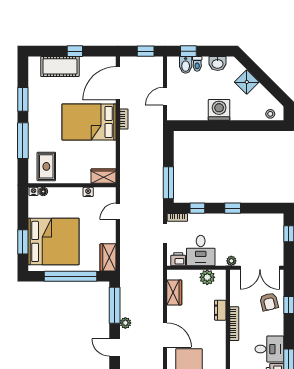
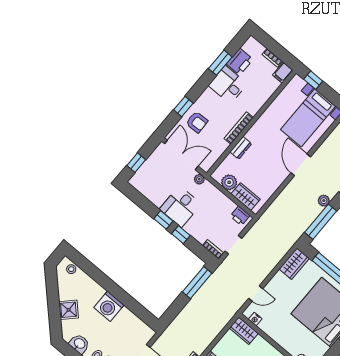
nightstand: (88, 192) -> (255, 319), moved
window: (197, 208) -> (181, 235), moved
desk: (201, 250) -> (180, 207), moved, turned 180
wardrobe: (174, 292) -> (246, 197), moved, turned 90
armchair: (269, 302) -> (197, 122), turned 102

